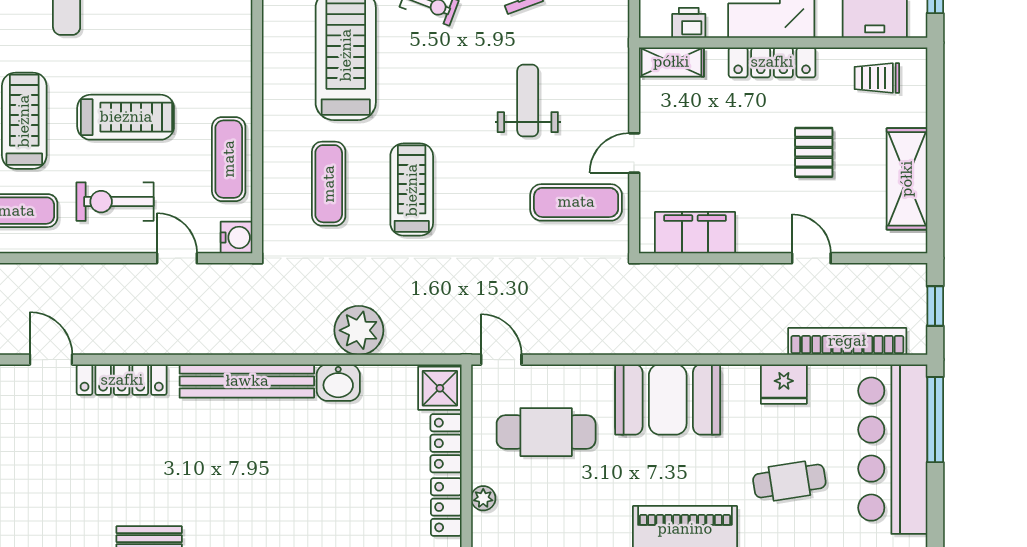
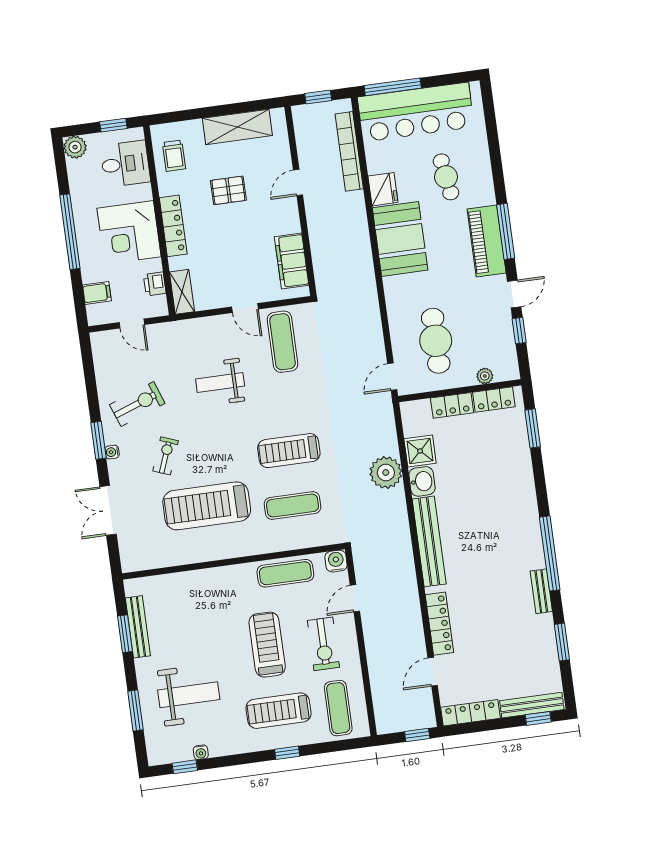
shower: (440, 388) -> (420, 451), moved
booth: (668, 399) -> (400, 239), moved

